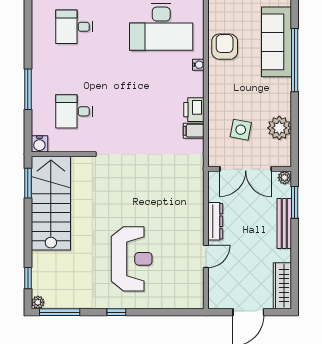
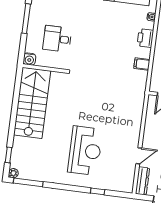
printer: (194, 110) -> (145, 38), moved
window: (28, 183) -> (17, 86), removed
dresser: (215, 221) -> (142, 181), moved
window: (116, 312) -> (98, 191), moved

